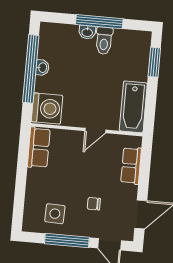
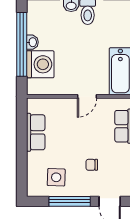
washing machine: (47, 108) -> (40, 64), moved
row of seats: (39, 148) -> (36, 132), moved

